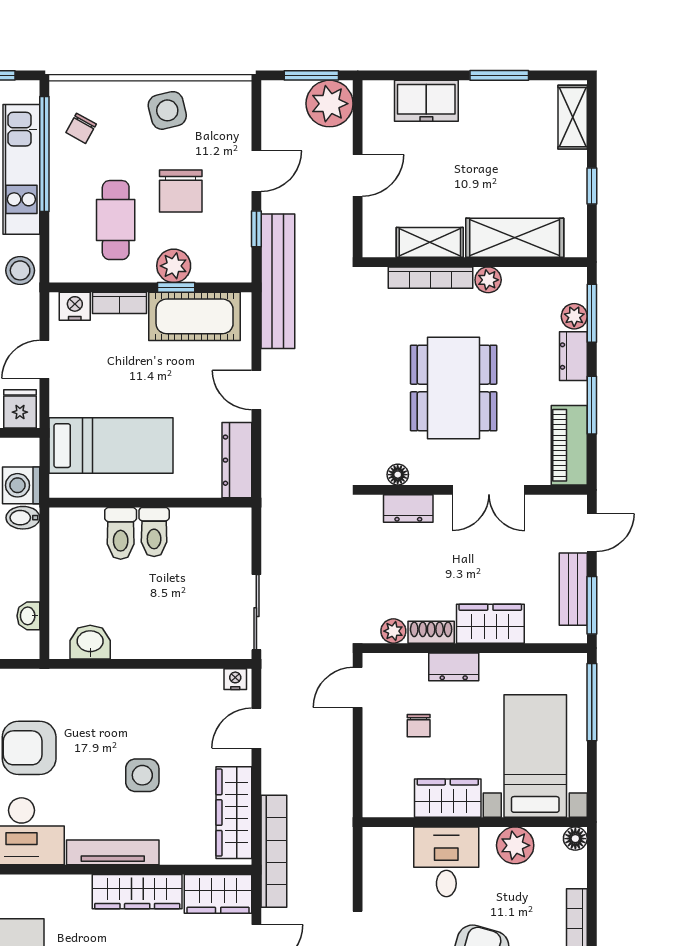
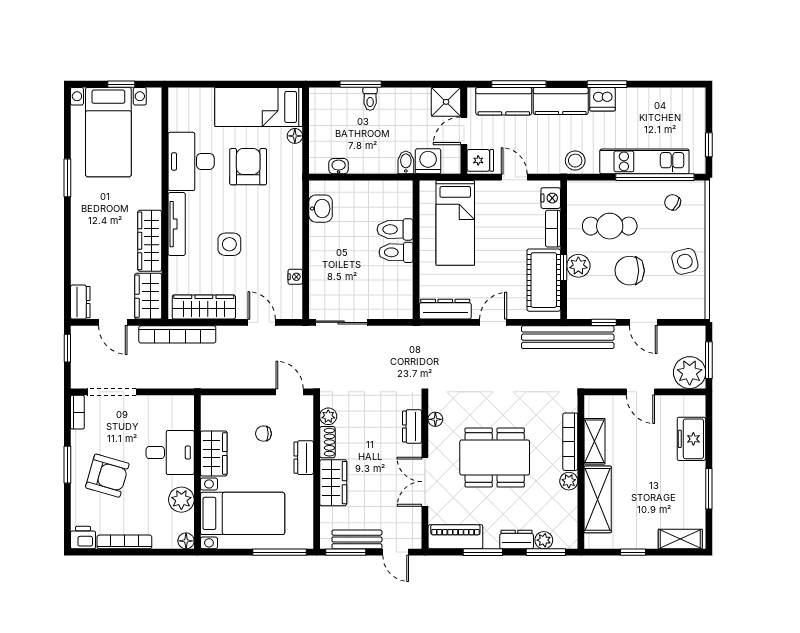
nightstand: (235, 679) -> (295, 277), moved

